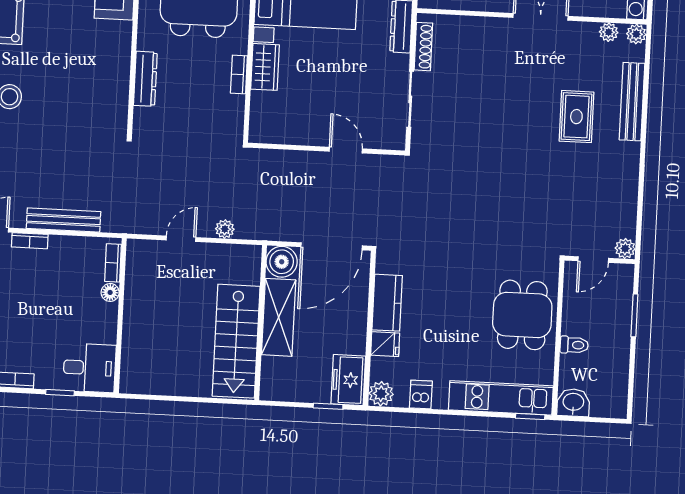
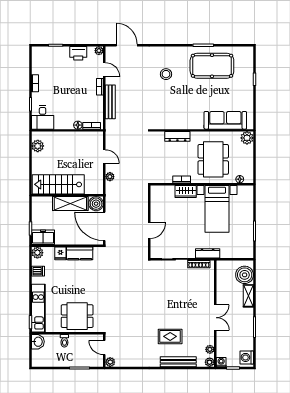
plant: (151, 382) -> (38, 146), added

